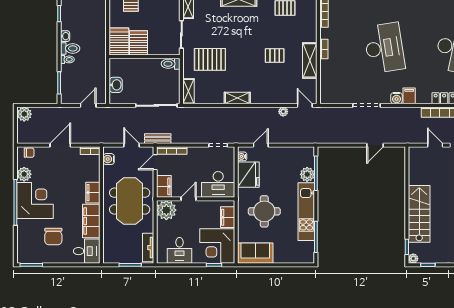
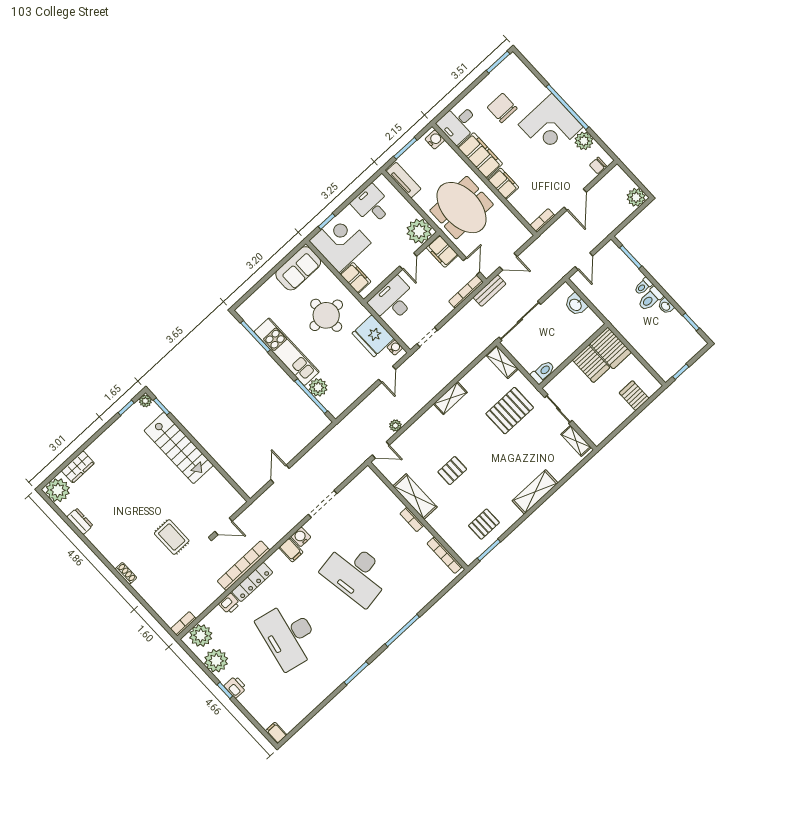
water cooler: (109, 159) -> (435, 139), moved

